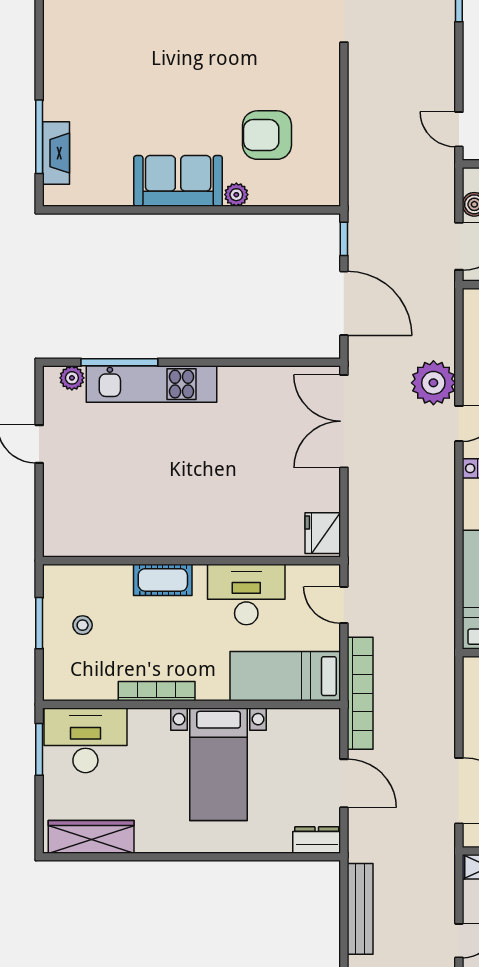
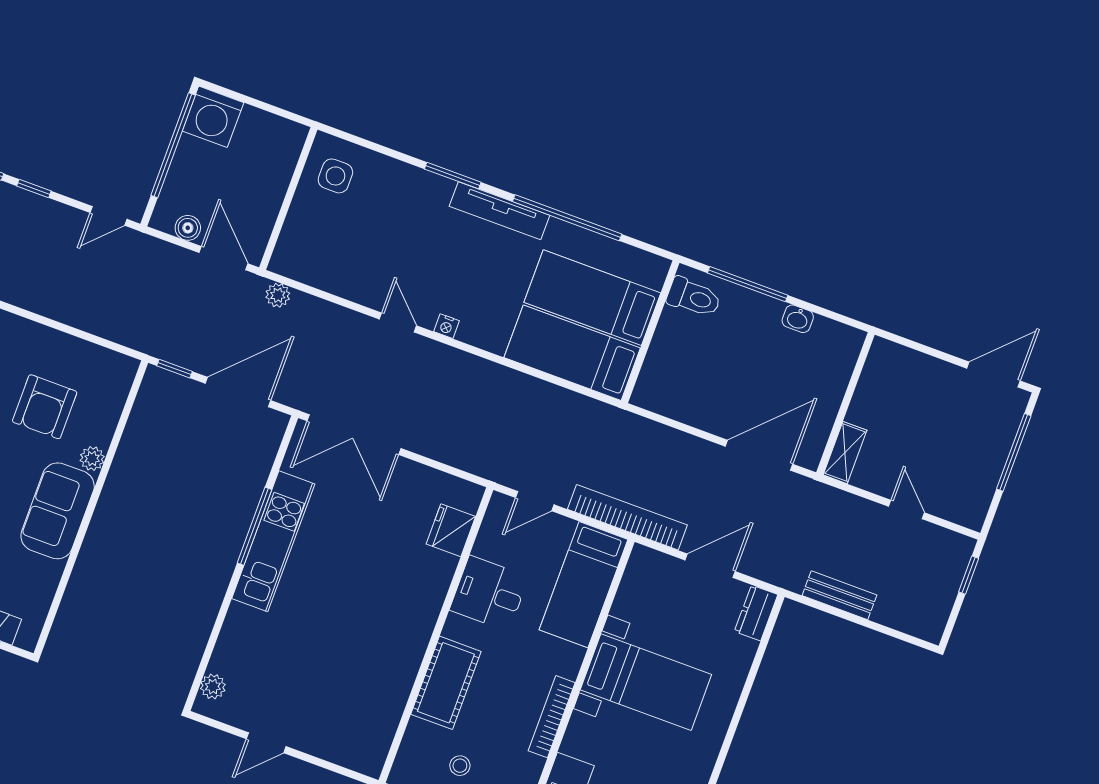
window: (459, 54) -> (34, 189), added
window: (119, 362) -> (254, 526), moved
plant: (433, 383) -> (278, 295), moved, width x0.53, depth x0.53
kitchen unit: (152, 384) -> (273, 541), moved
fridge: (323, 533) -> (451, 530), moved, turned 90
cot: (163, 580) -> (446, 683), width x1.37, depth x1.34
desk: (246, 594) -> (489, 593), width x0.73
bench: (360, 909) -> (839, 595), width x0.73

